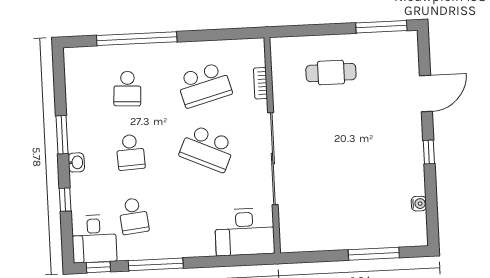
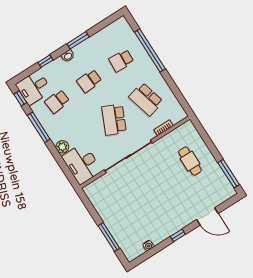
plant: (204, 246) -> (62, 147), added

